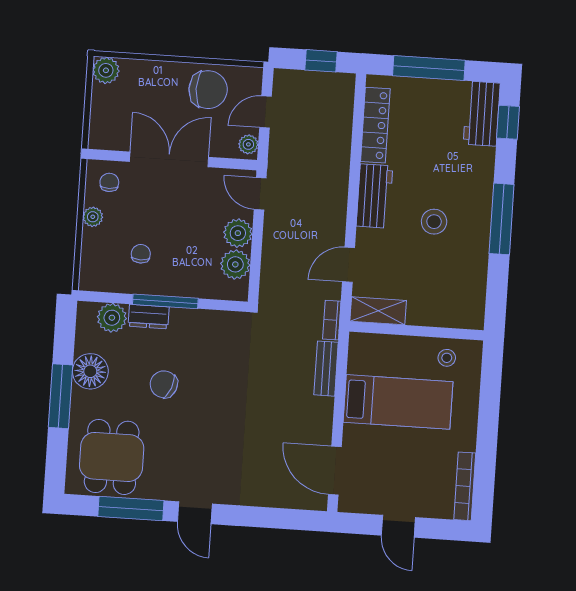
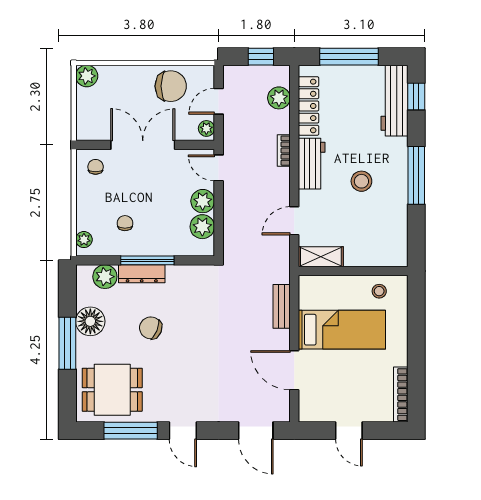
plant: (340, 113) -> (279, 98), added
workbench: (482, 114) -> (394, 101), width x1.38
plant: (93, 217) -> (84, 240), moved
dresser: (149, 317) -> (142, 274), width x1.44
bookcase: (332, 320) -> (284, 151), moved
dining table: (112, 457) -> (112, 390), turned 90
door: (335, 471) -> (294, 370), moved
door: (284, 519) -> (256, 431), added

